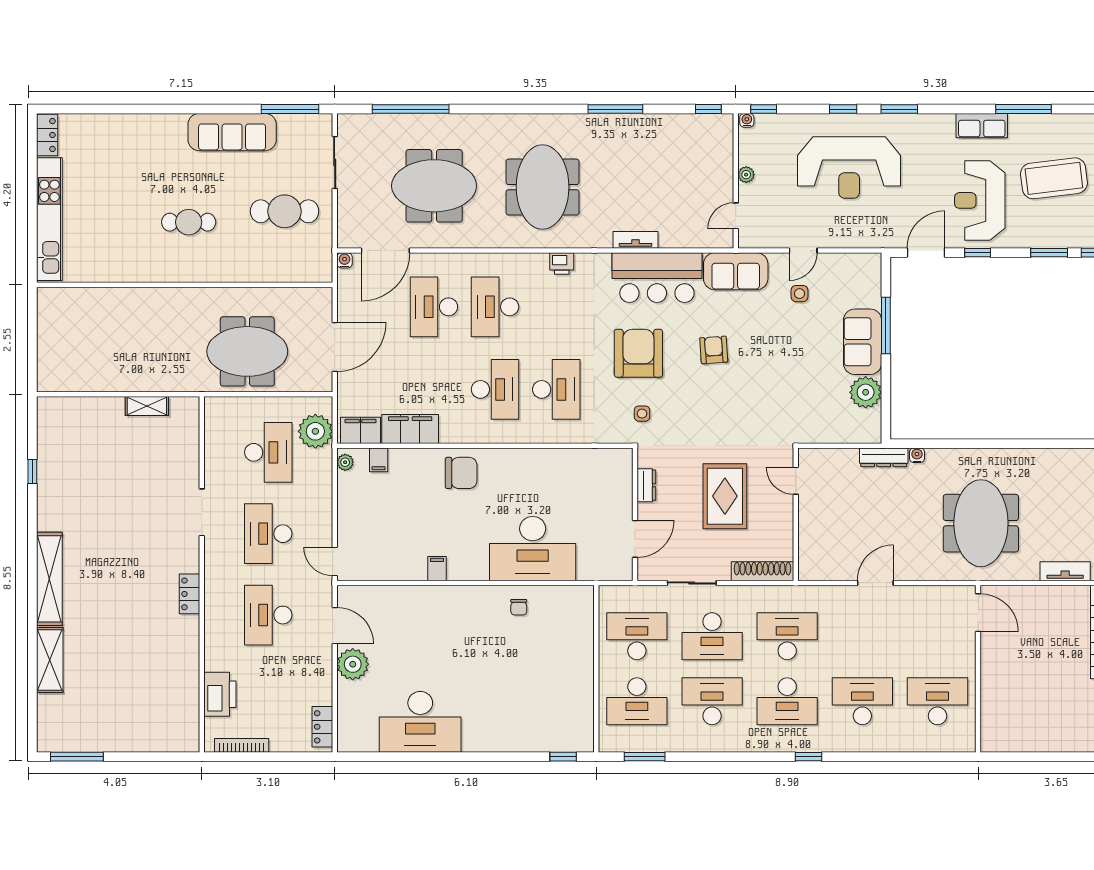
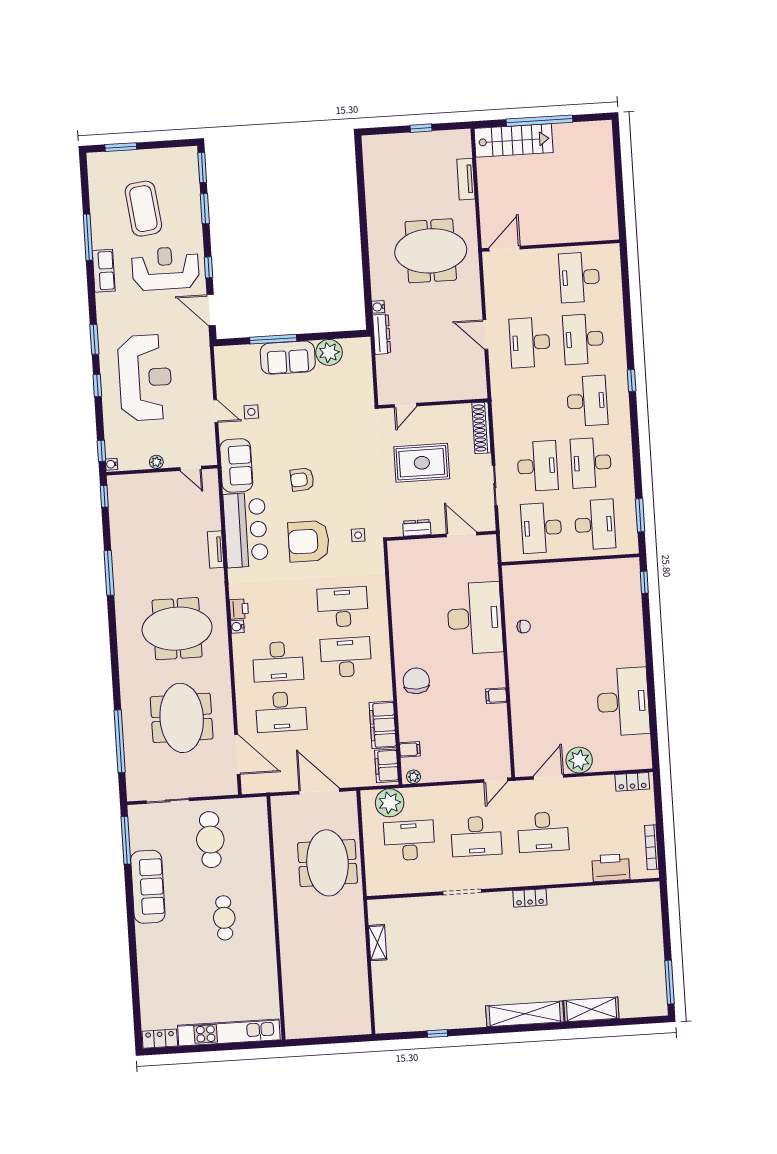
reception desk: (980, 200) -> (165, 268), turned 180
water cooler: (345, 260) -> (237, 627), moved
desk: (787, 636) -> (530, 342), moved

